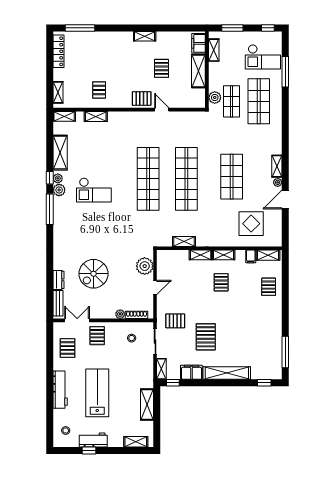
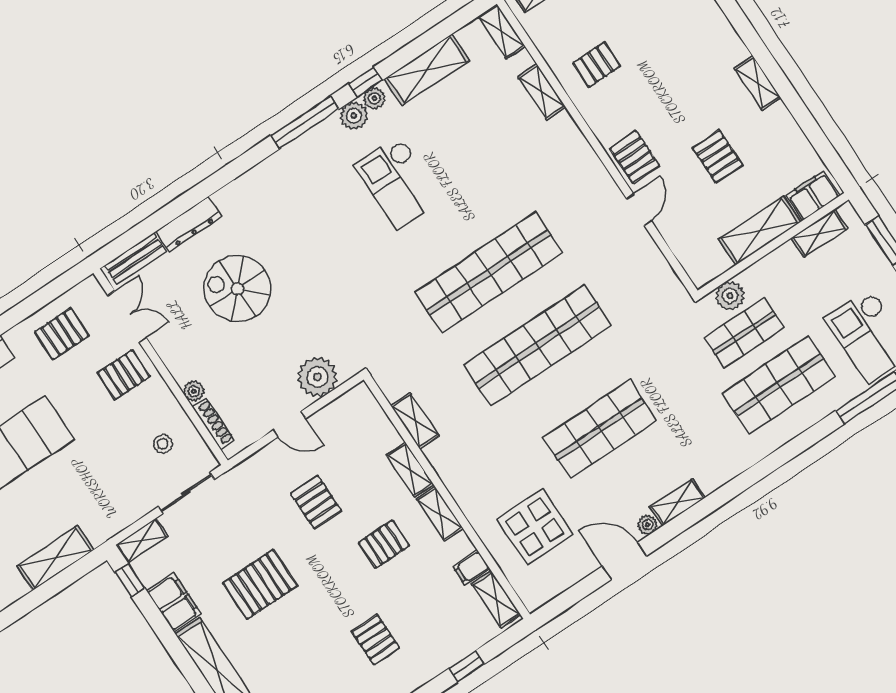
pallet: (161, 68) -> (718, 157), turned 90
dresser: (58, 280) -> (189, 224), width x1.44
window: (285, 282) -> (467, 666), added
pallet: (269, 287) -> (376, 640), moved, turned 90
pallet: (175, 321) -> (316, 502), moved

